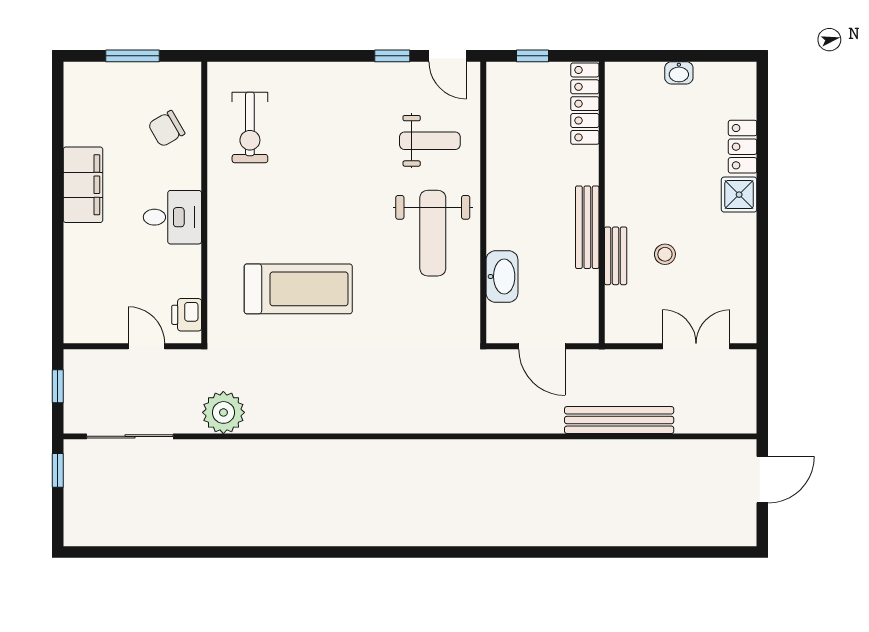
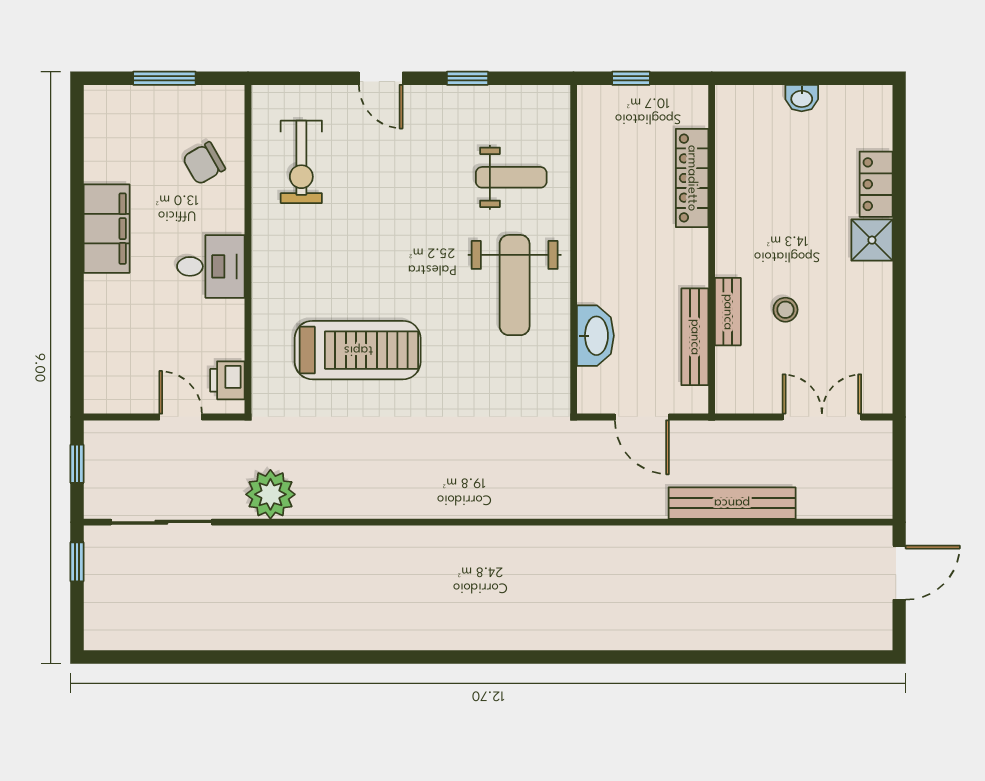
door: (448, 56) -> (381, 78), moved
locker: (585, 104) -> (692, 178), moved
bench: (587, 227) -> (695, 337), moved

